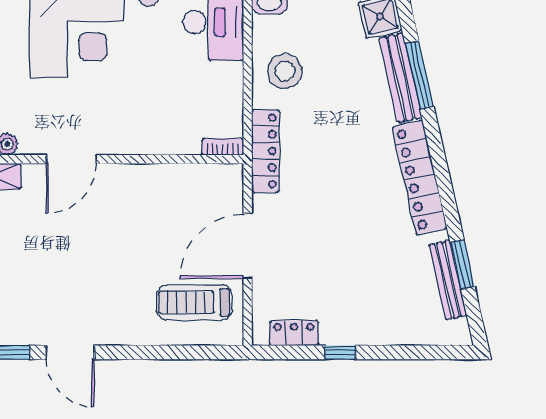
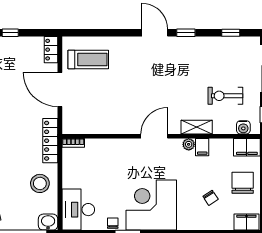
door: (248, 246) -> (60, 90), swing flipped
locker: (294, 333) -> (51, 50), moved, turned 90

